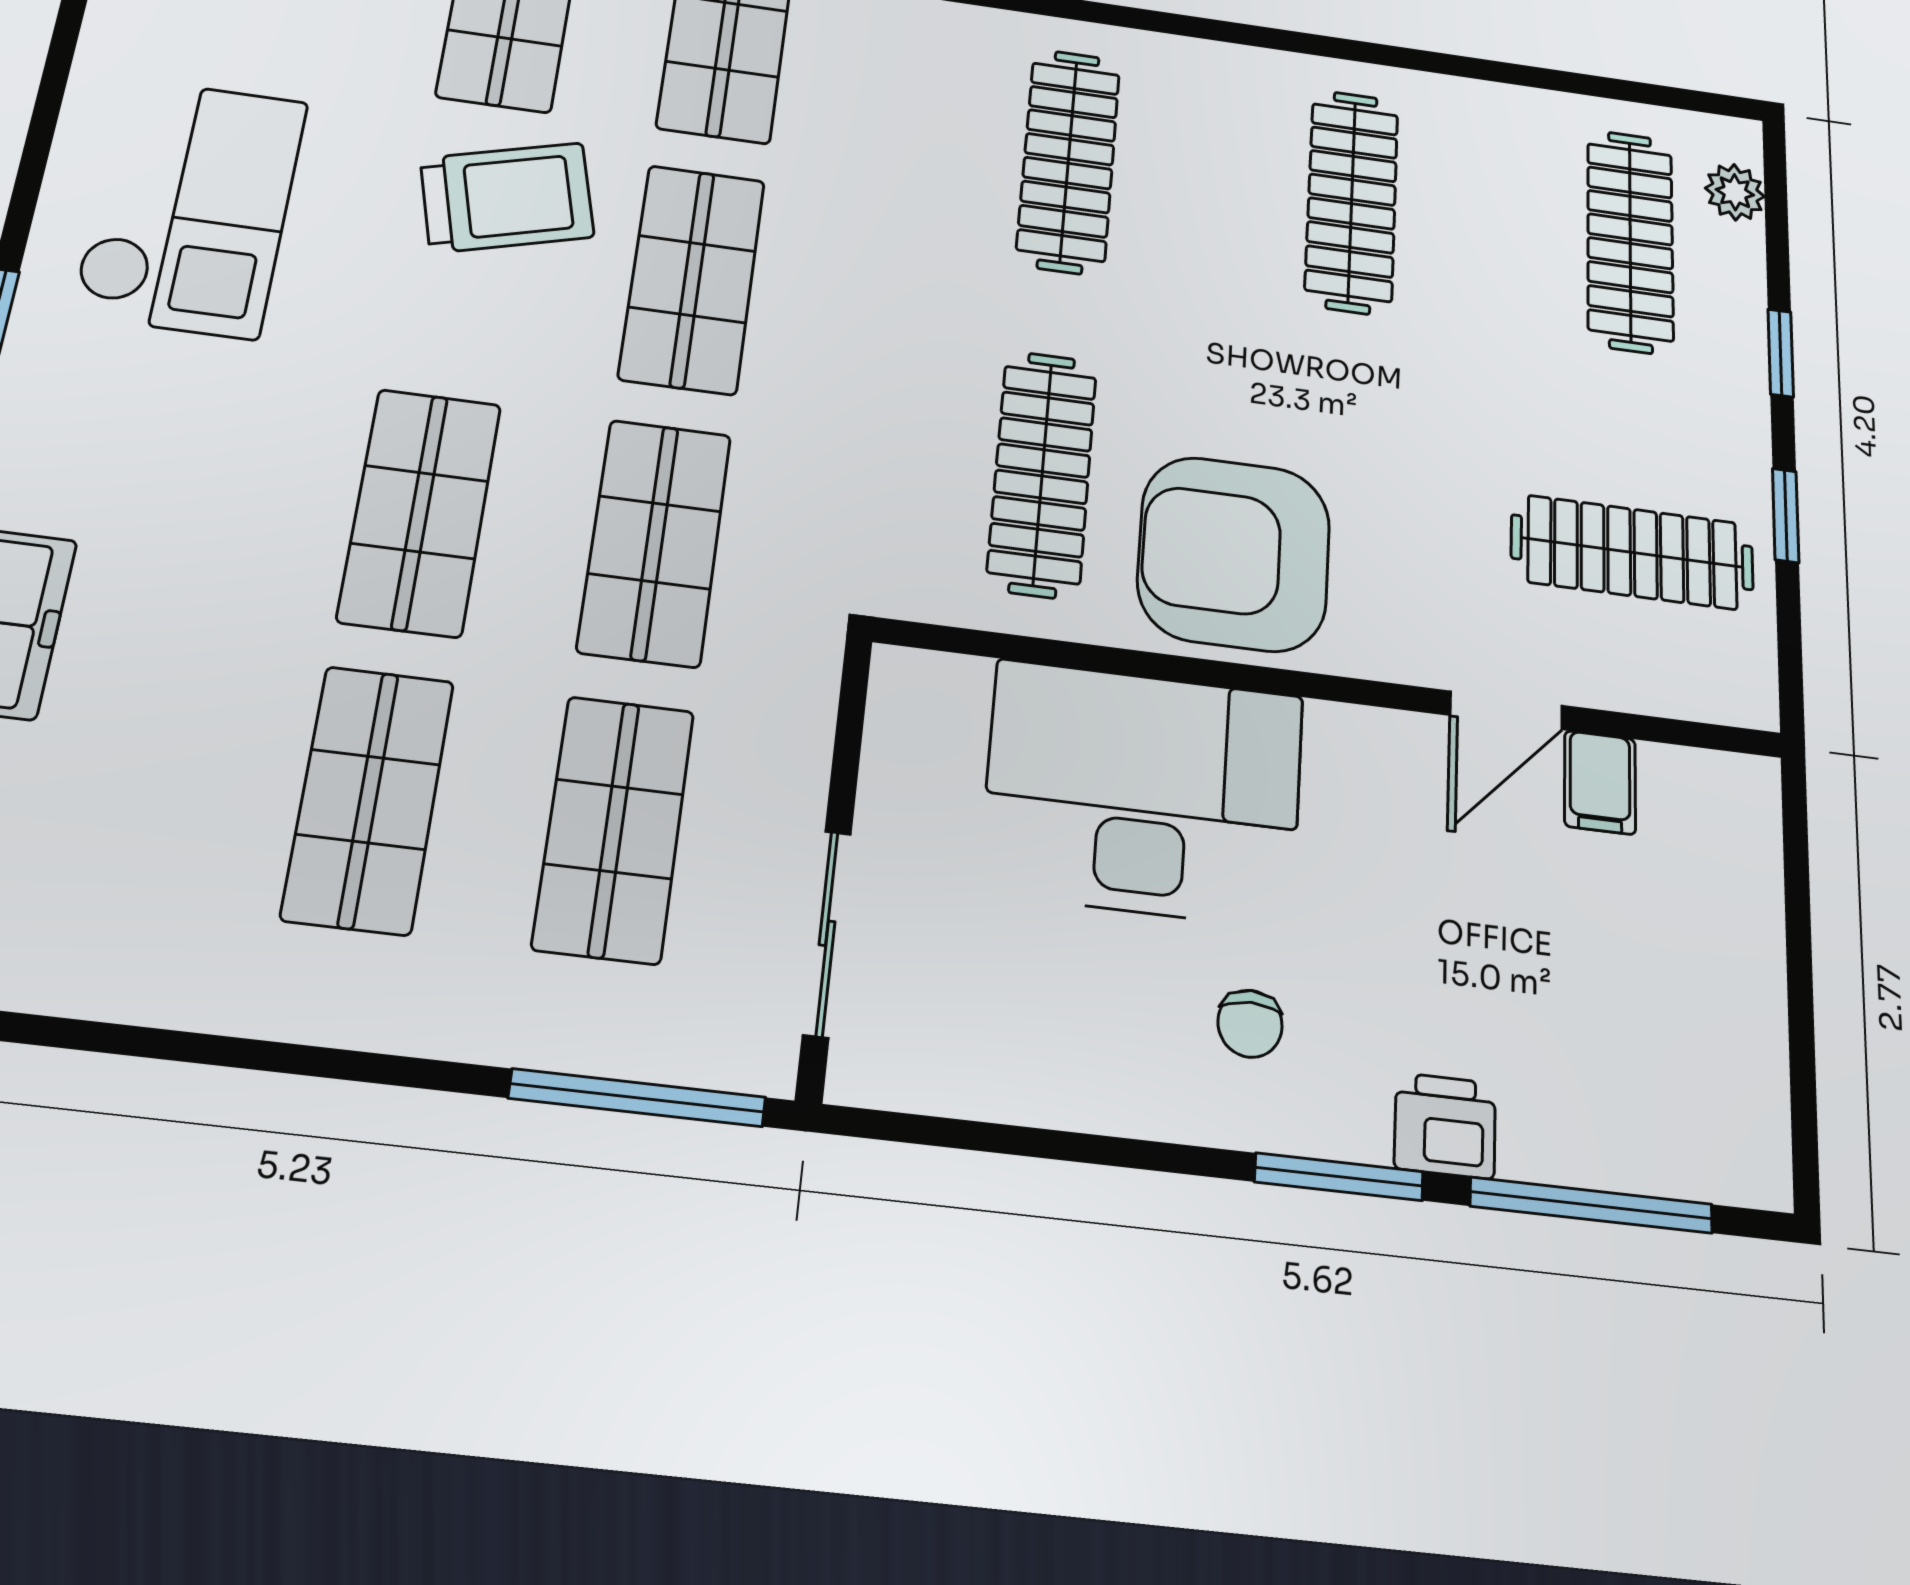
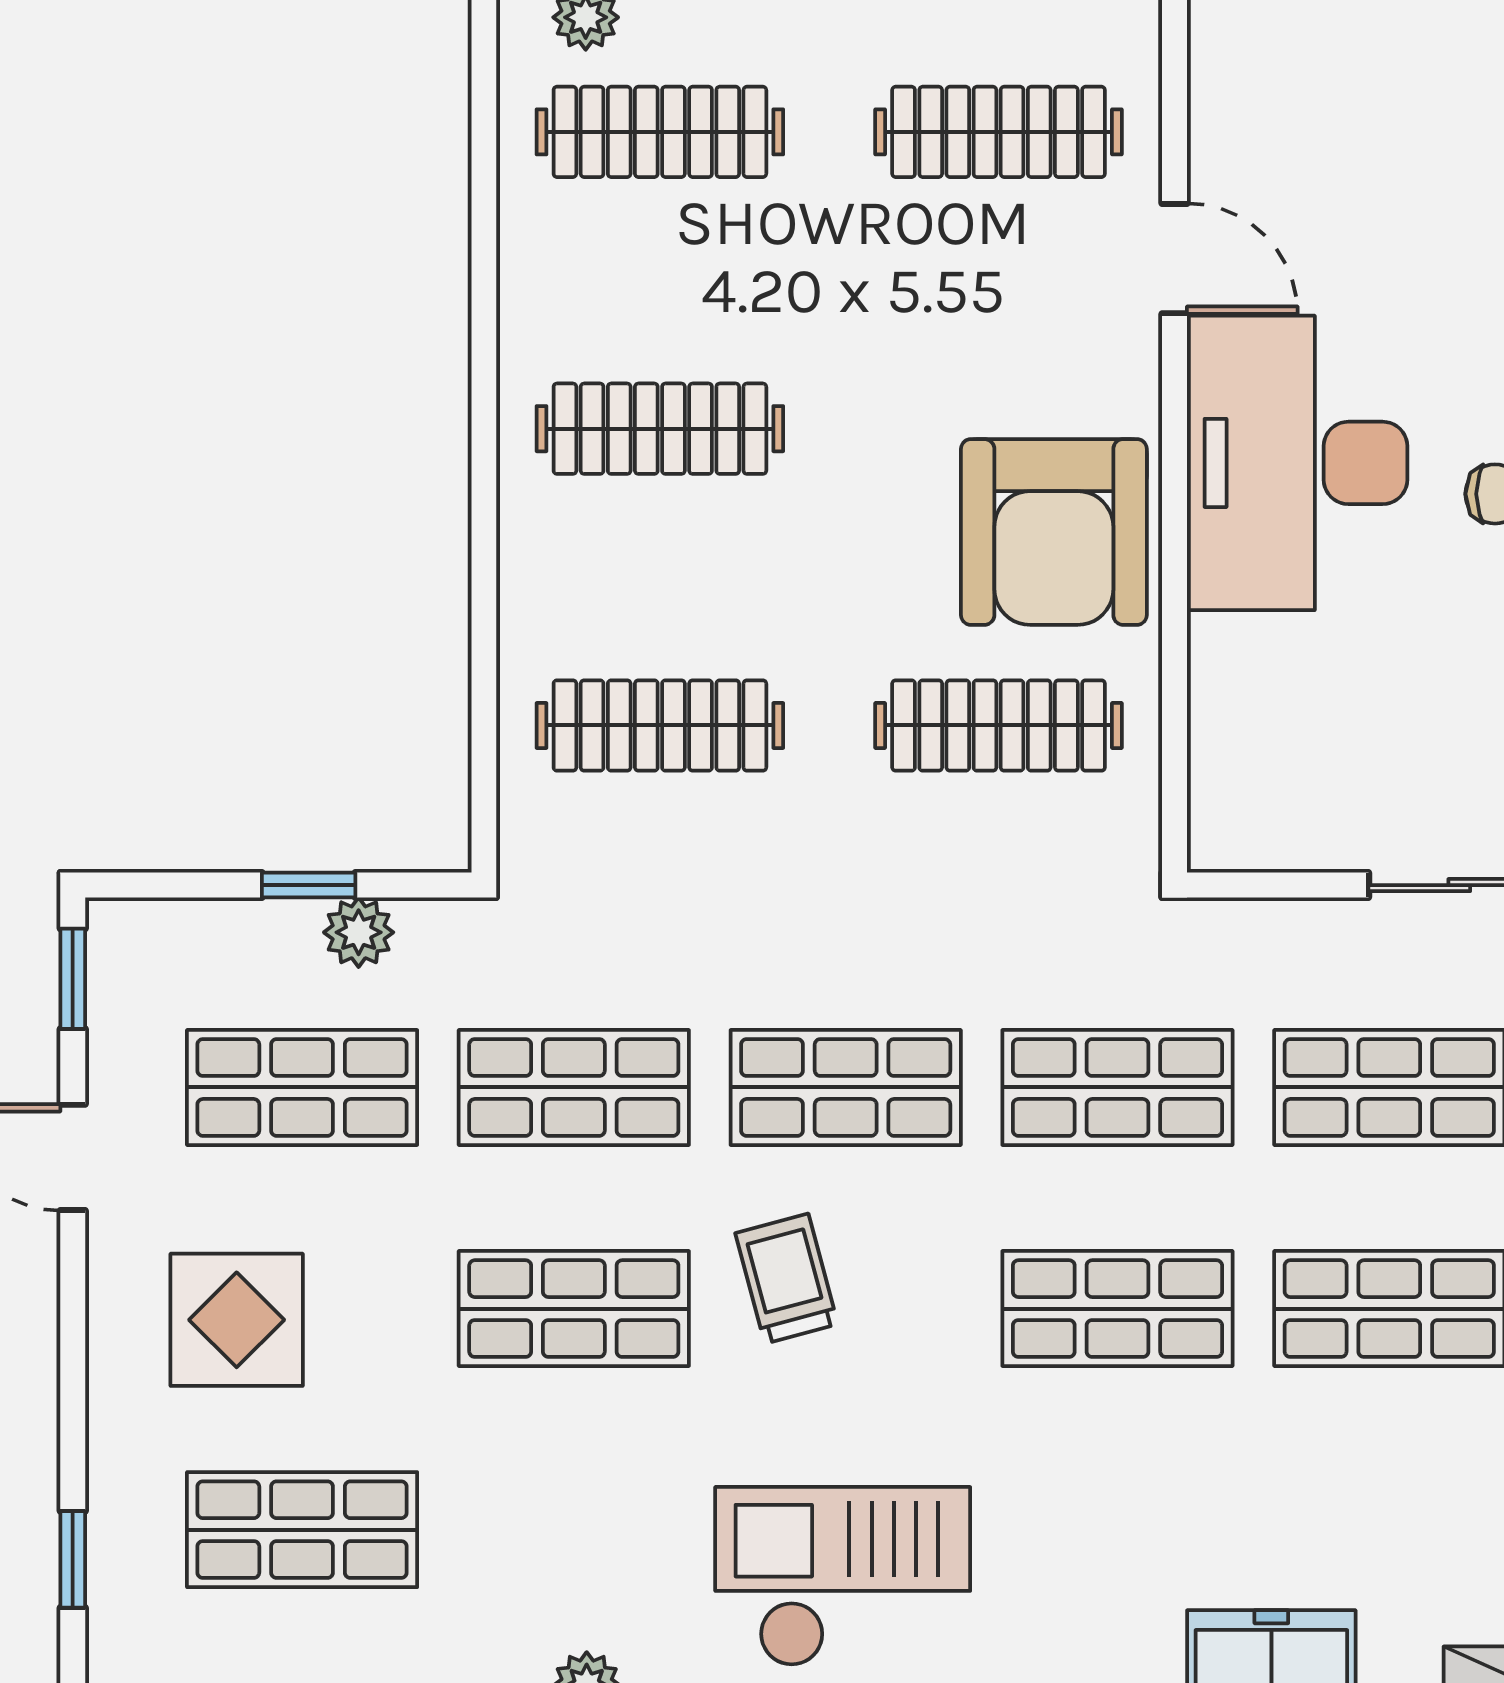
trolley: (507, 198) -> (787, 1279), width x0.73, depth x0.72
clothes rail: (1632, 552) -> (999, 132), turned 90
filing cabinet: (1600, 782) -> (1233, 165), removed
desk: (1143, 793) -> (1297, 463), moved

